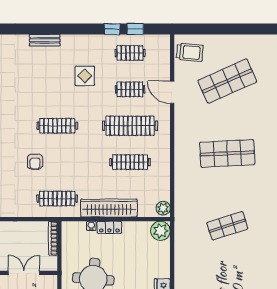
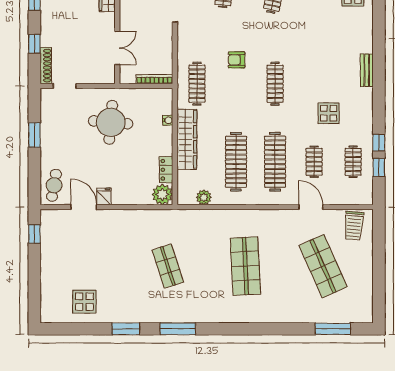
door: (172, 92) -> (311, 207), hinge flipped
clothes rail: (130, 162) -> (236, 162), width x1.37, depth x1.31
plant: (163, 208) -> (204, 197), moved
locker: (109, 227) -> (166, 170), moved

